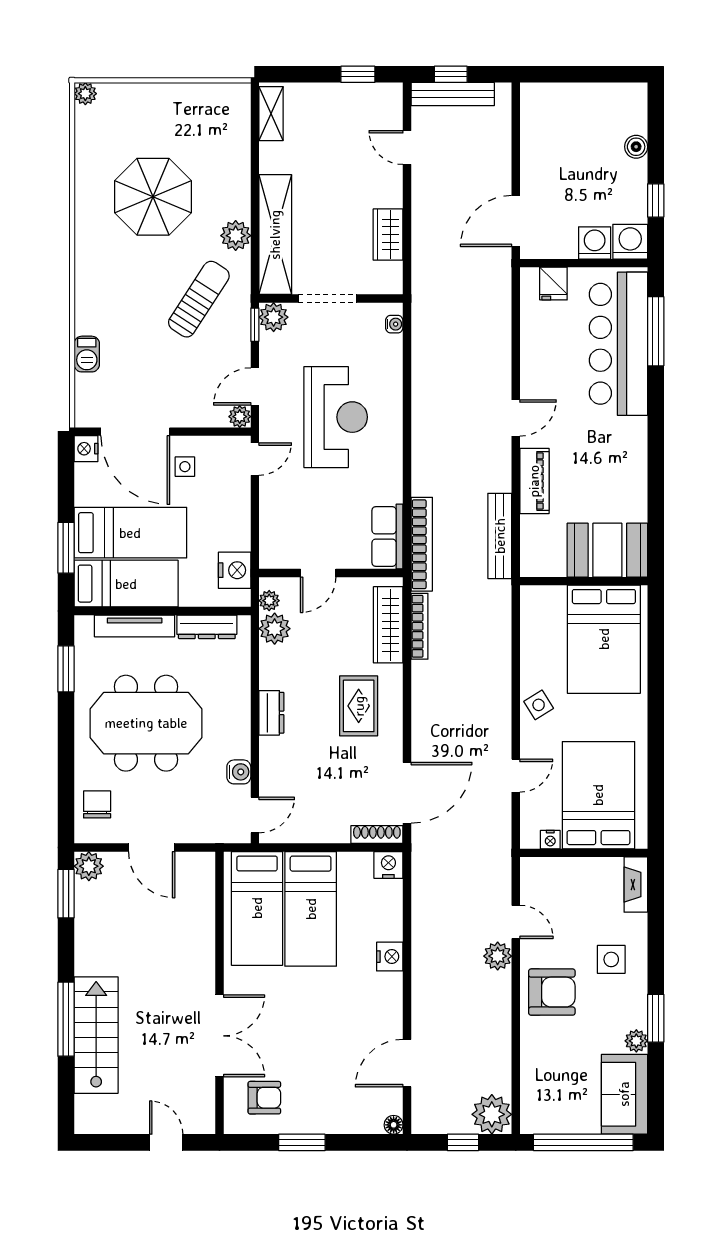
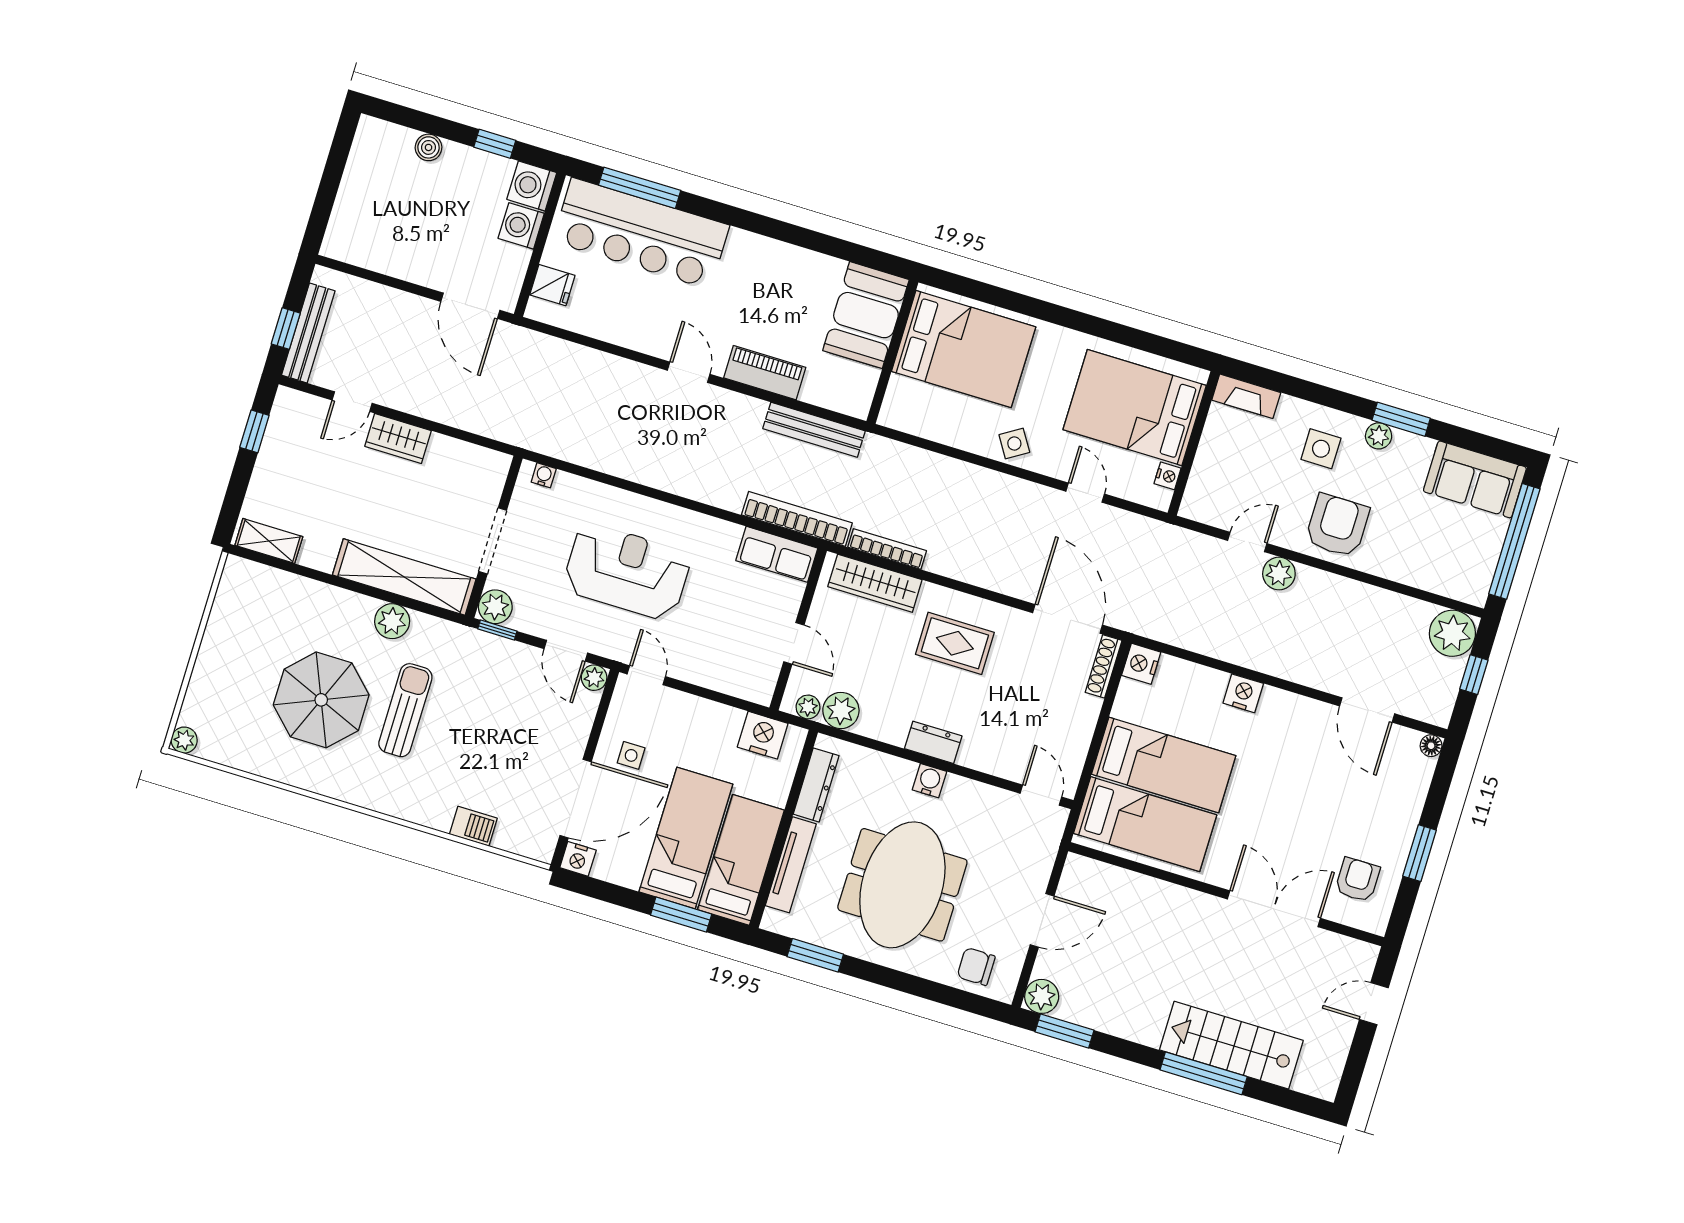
wardrobe: (388, 235) -> (398, 438), moved
sun lounger: (199, 299) -> (405, 710), moved, turned 57
water cooler: (239, 772) -> (929, 781), moved
plant: (636, 1041) -> (1379, 436), moved

